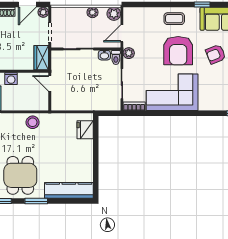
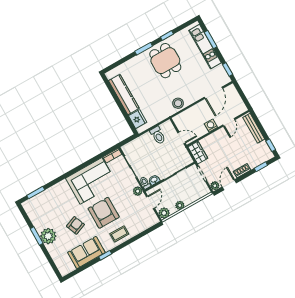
toilet: (74, 100) -> (158, 135), added
kitchen counter: (69, 190) -> (124, 95), moved, turned -90

